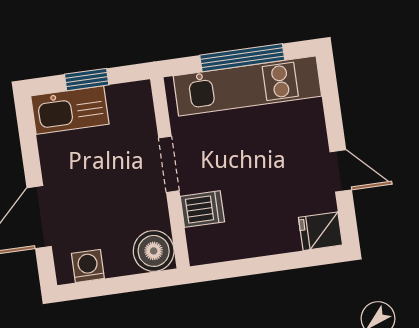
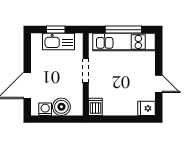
kitchen sink: (70, 110) -> (59, 42), moved
dishwasher: (202, 209) -> (95, 107), moved, turned -90
boiler: (154, 251) -> (61, 107), moved

